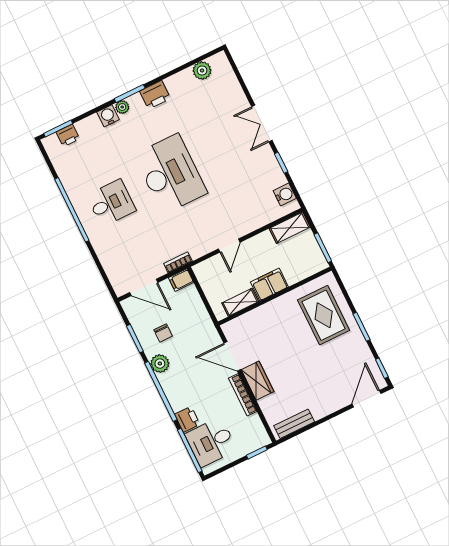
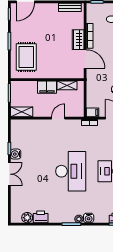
printer: (155, 95) -> (41, 217), moved
desk: (170, 174) -> (71, 171), turned 180
water cooler: (285, 194) -> (16, 154), moved

